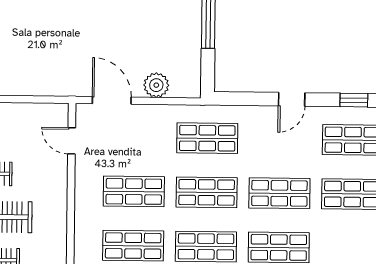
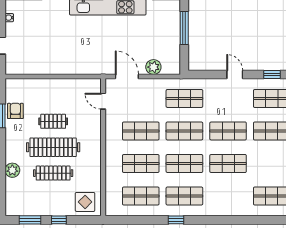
door: (292, 99) -> (235, 75), swing flipped

